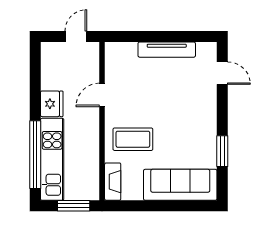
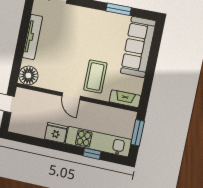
floor lamp: (117, 54) -> (28, 75), added
door: (102, 95) -> (71, 96), moved
window: (35, 155) -> (92, 154), width x0.32

